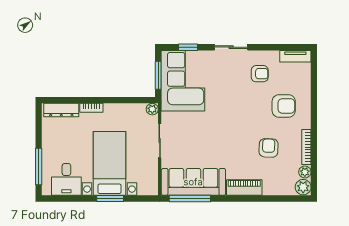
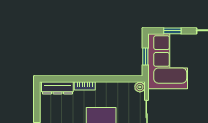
window: (158, 75) -> (145, 56), width x0.67

